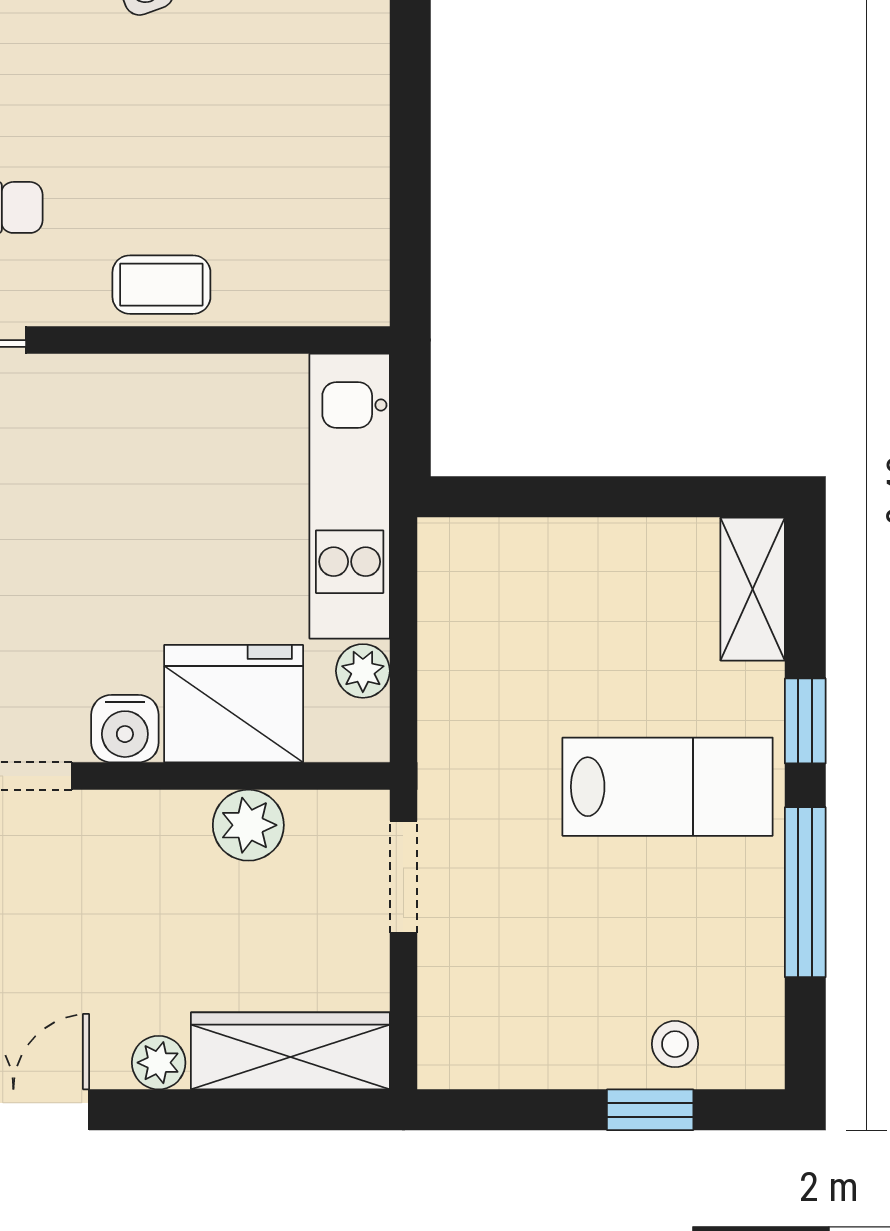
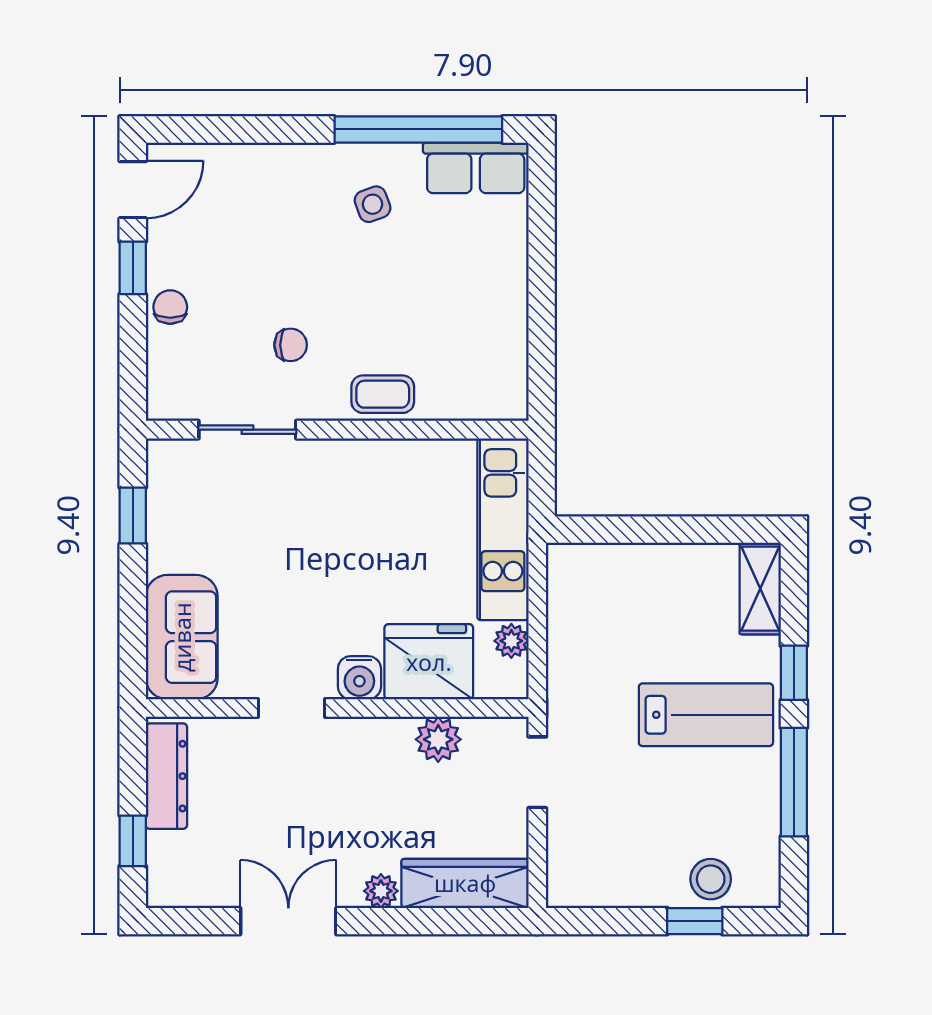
stool: (675, 1044) -> (711, 879), width x1.37, depth x1.37

